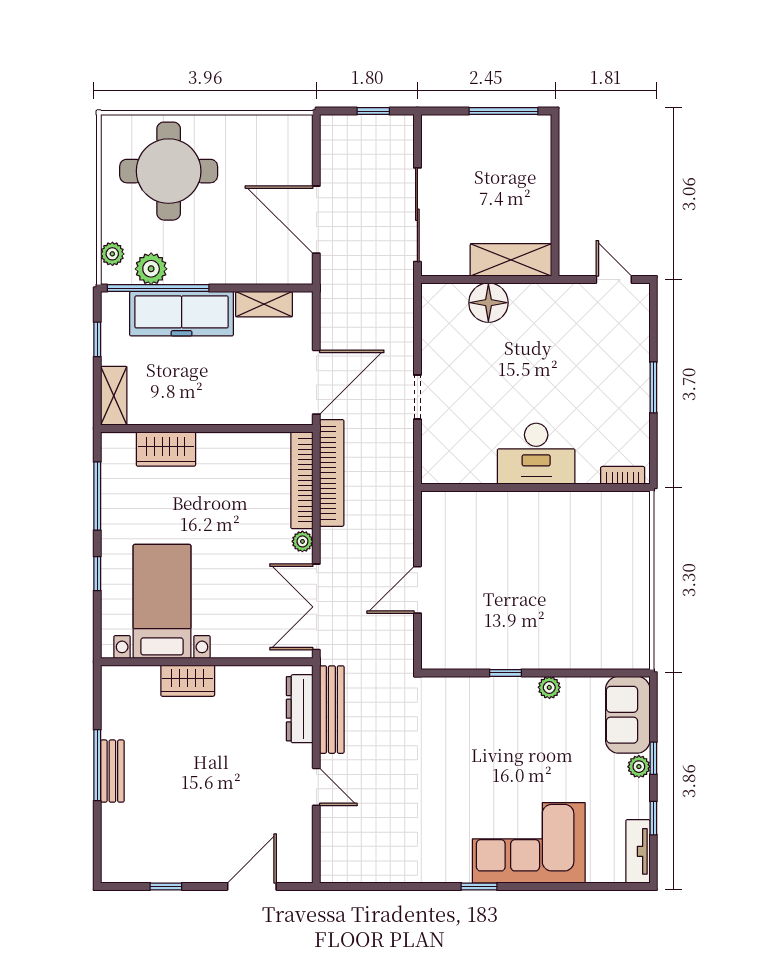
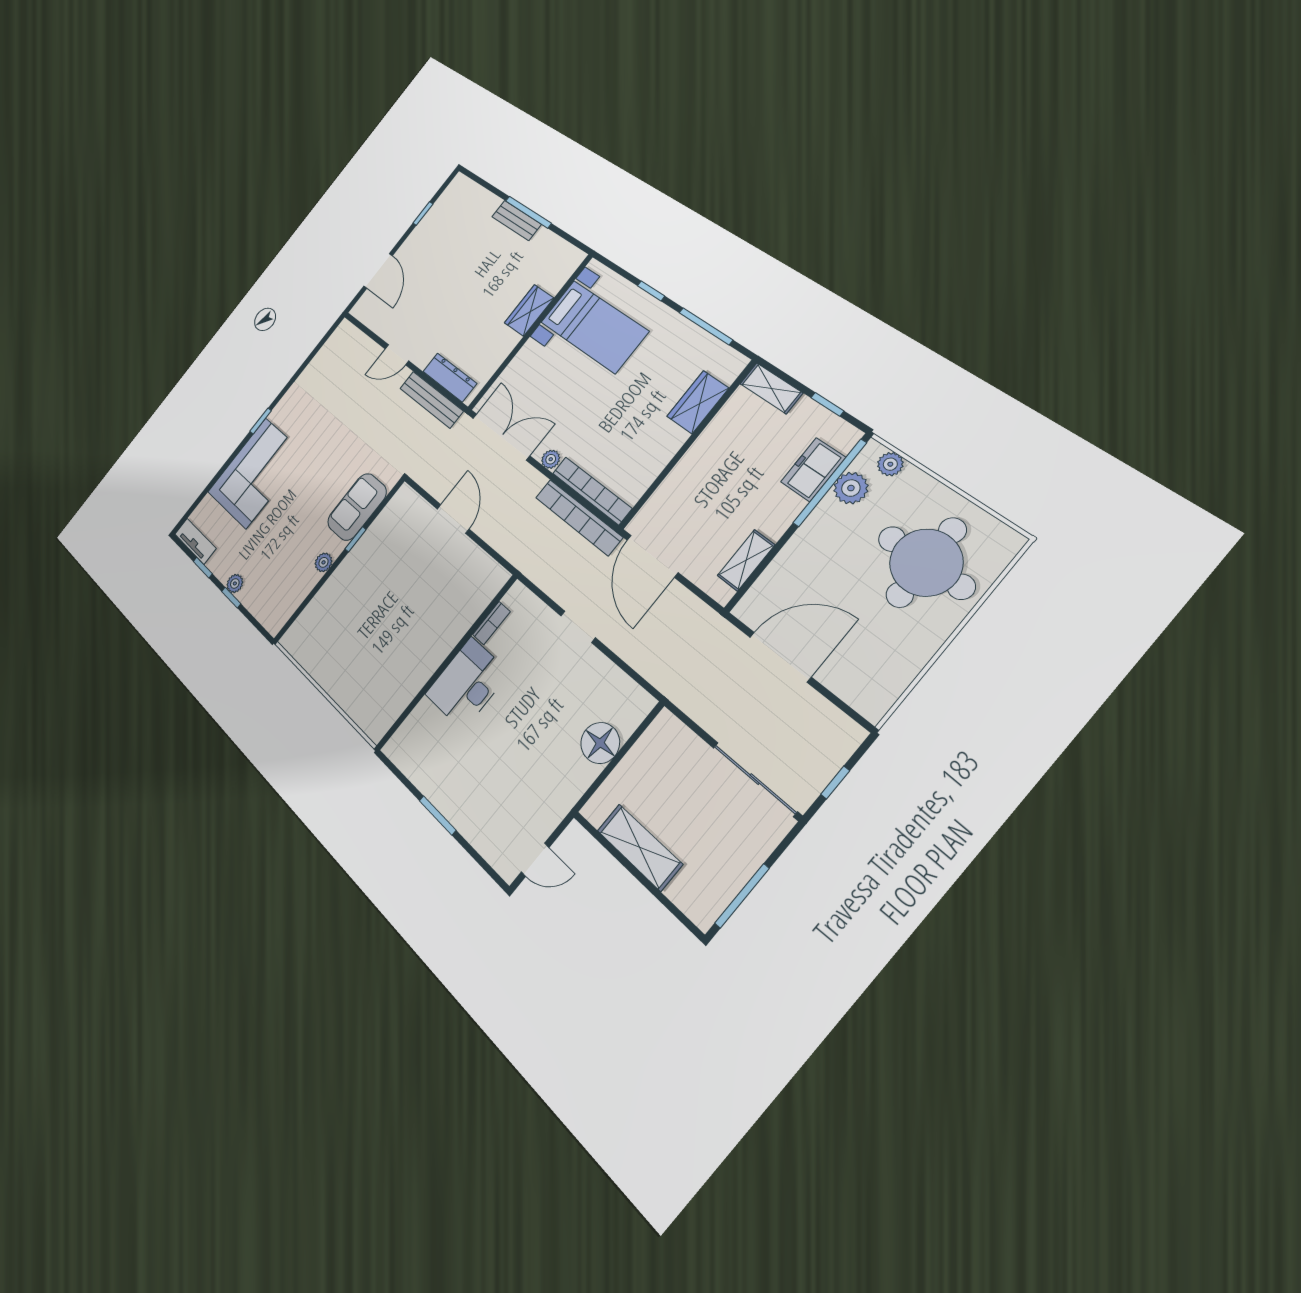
sliding door: (417, 215) -> (755, 779), moved
shelving: (511, 260) -> (640, 847), moved, turned 90
freezer: (182, 314) -> (813, 470), width x0.52, depth x0.79
bookcase: (623, 475) -> (491, 623), moved
sofa: (628, 715) -> (357, 507), moved, turned -90

